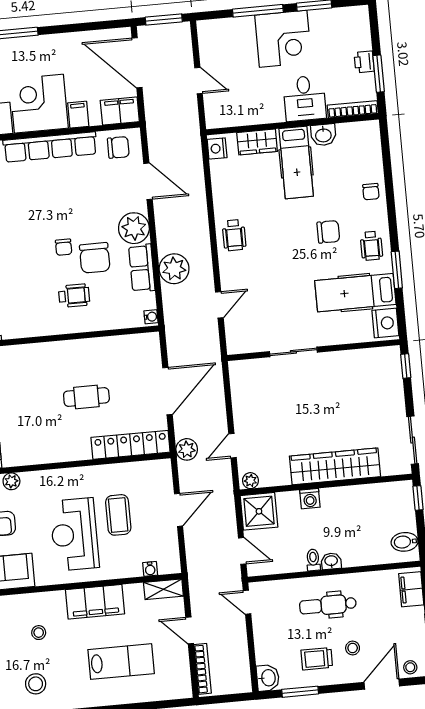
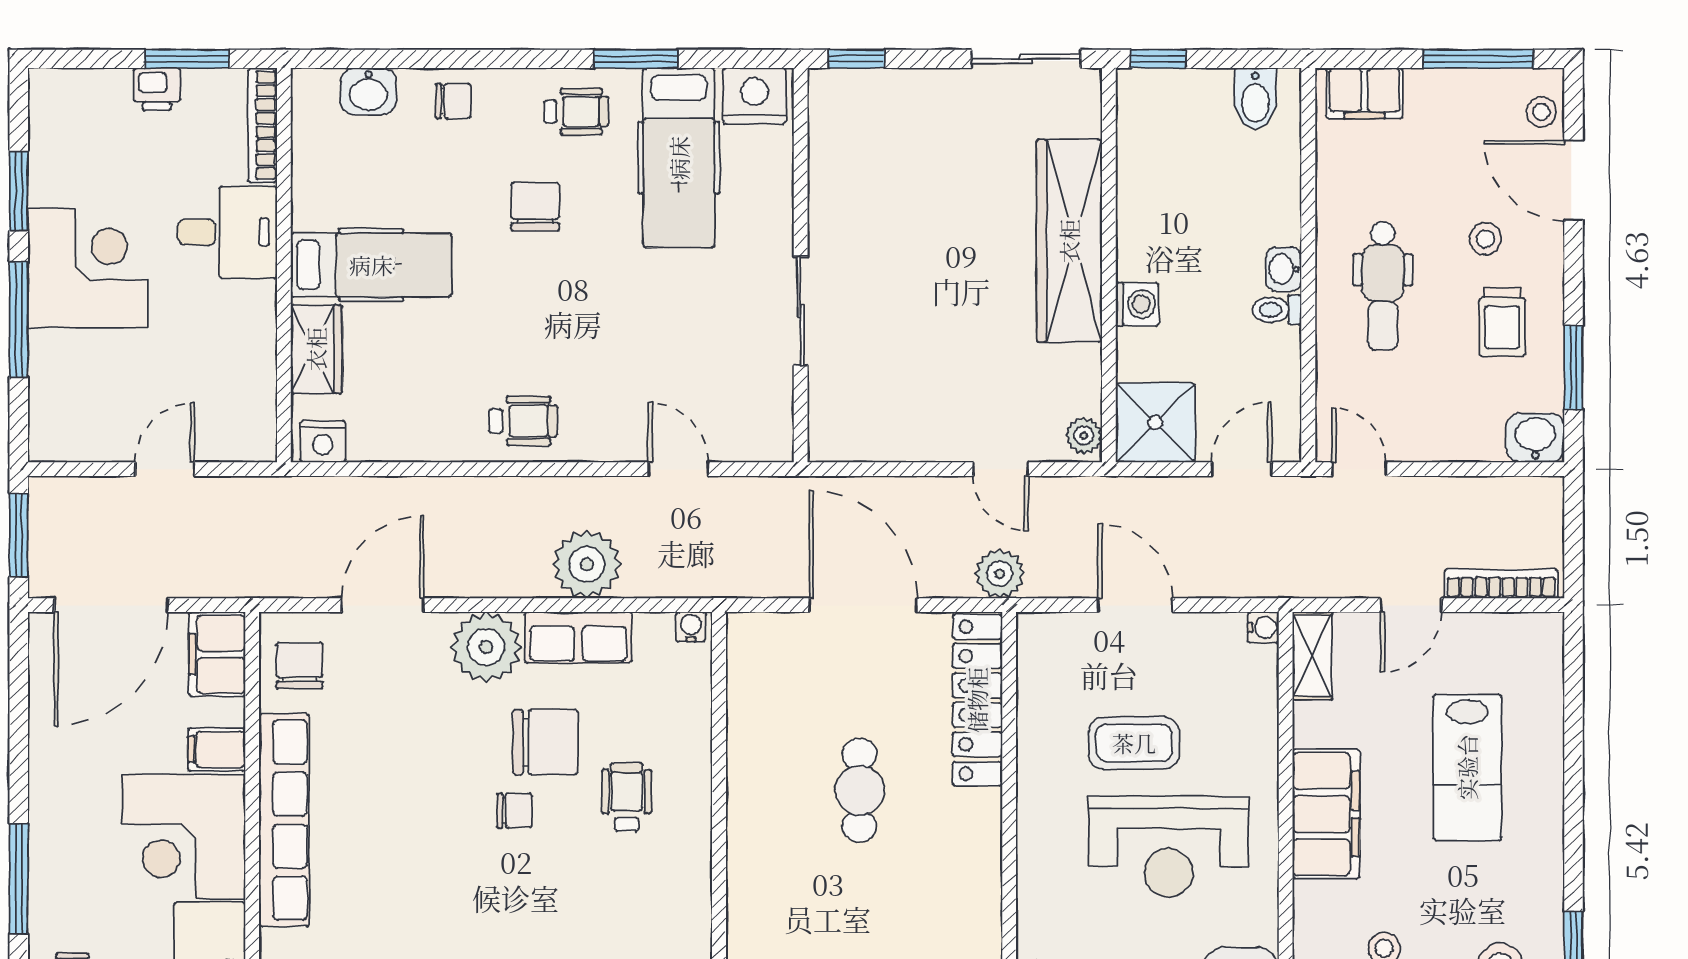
washbasin: (323, 135) -> (368, 91), moved, turned 90
water cooler: (150, 569) -> (1263, 627), moved
door: (247, 602) -> (1359, 469), swing flipped
lab bench: (121, 662) -> (1467, 767), turned 180

